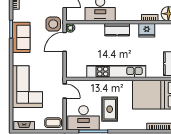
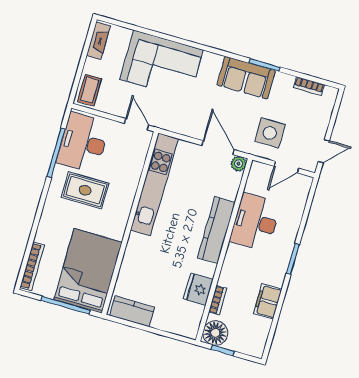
side table: (53, 24) -> (270, 133), moved
kitchen counter: (117, 30) -> (216, 230), width x1.50
kitchen unit: (116, 72) -> (154, 184), moved
door: (65, 91) -> (137, 124), swing flipped

